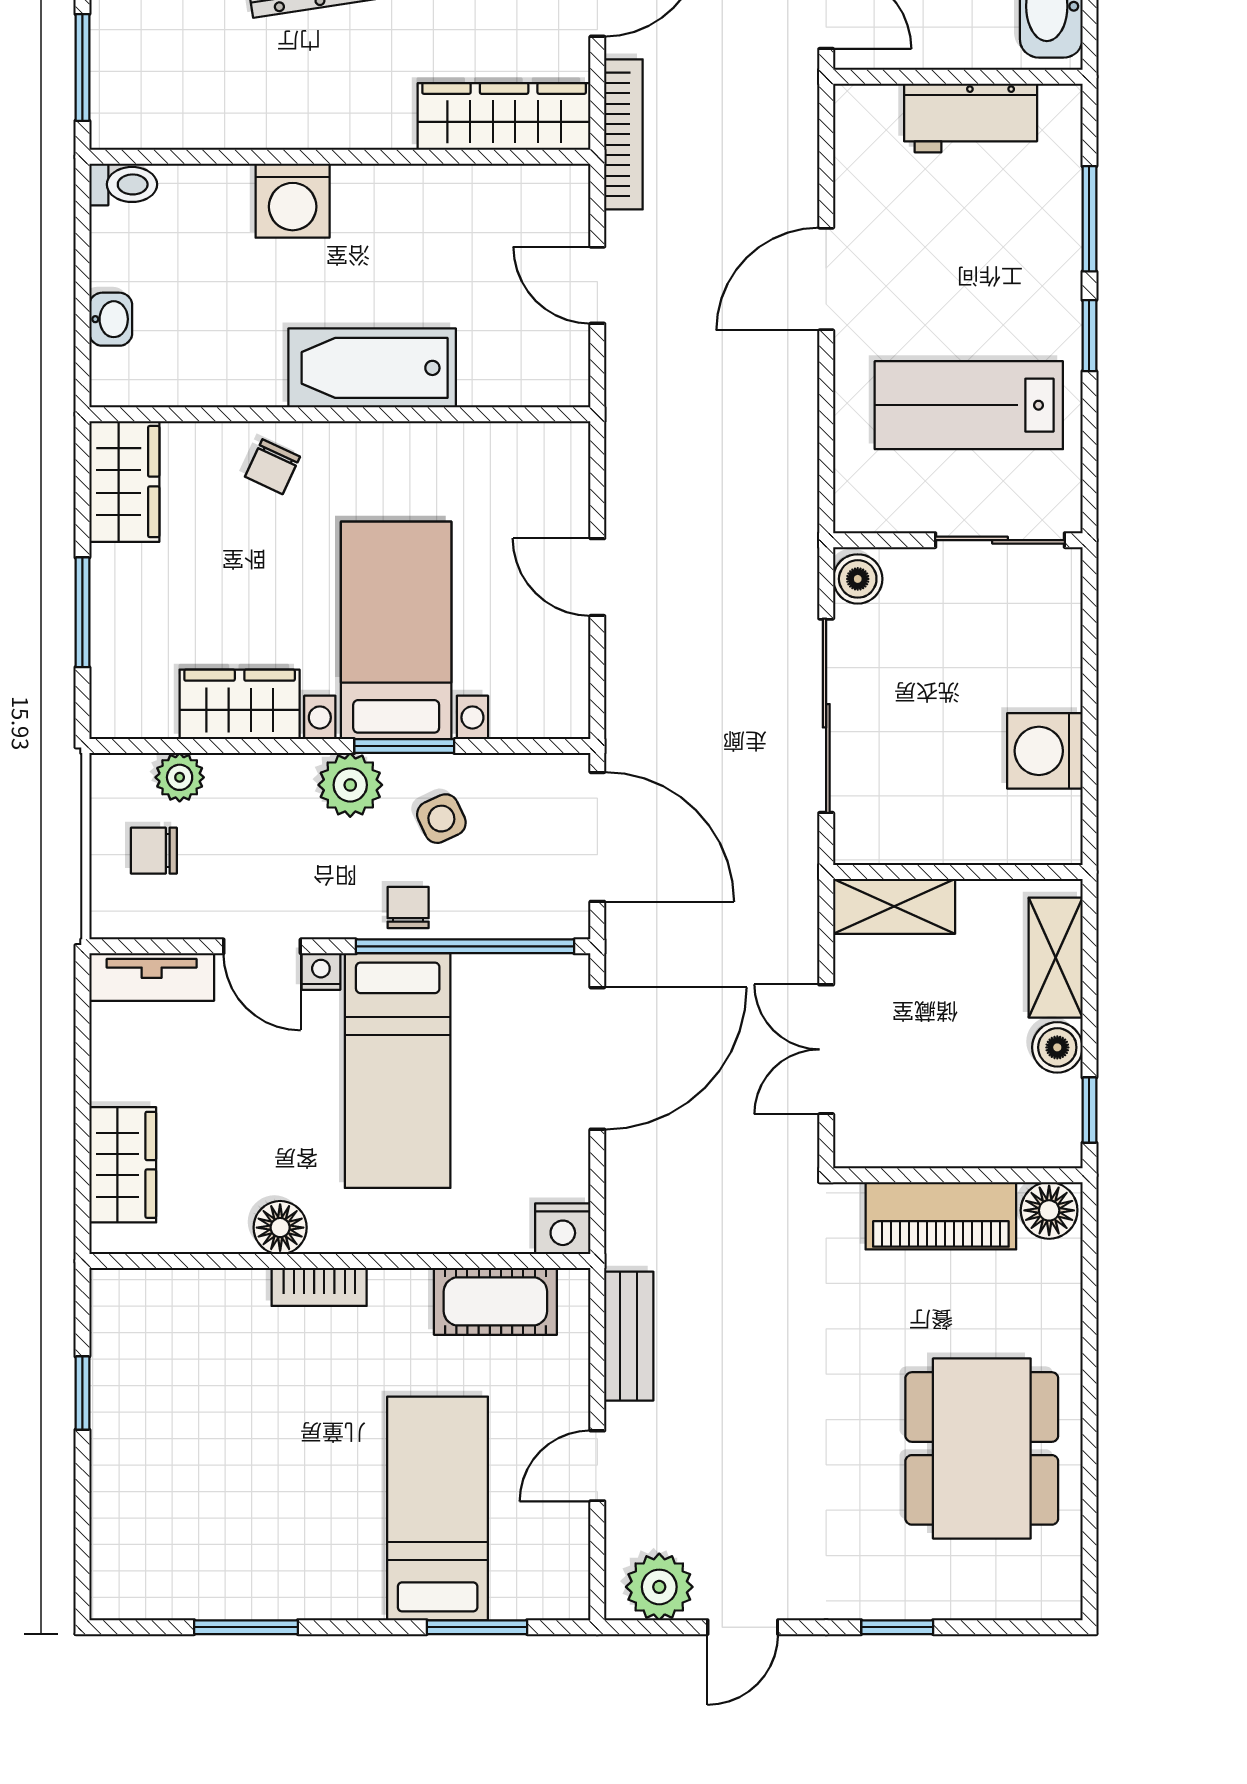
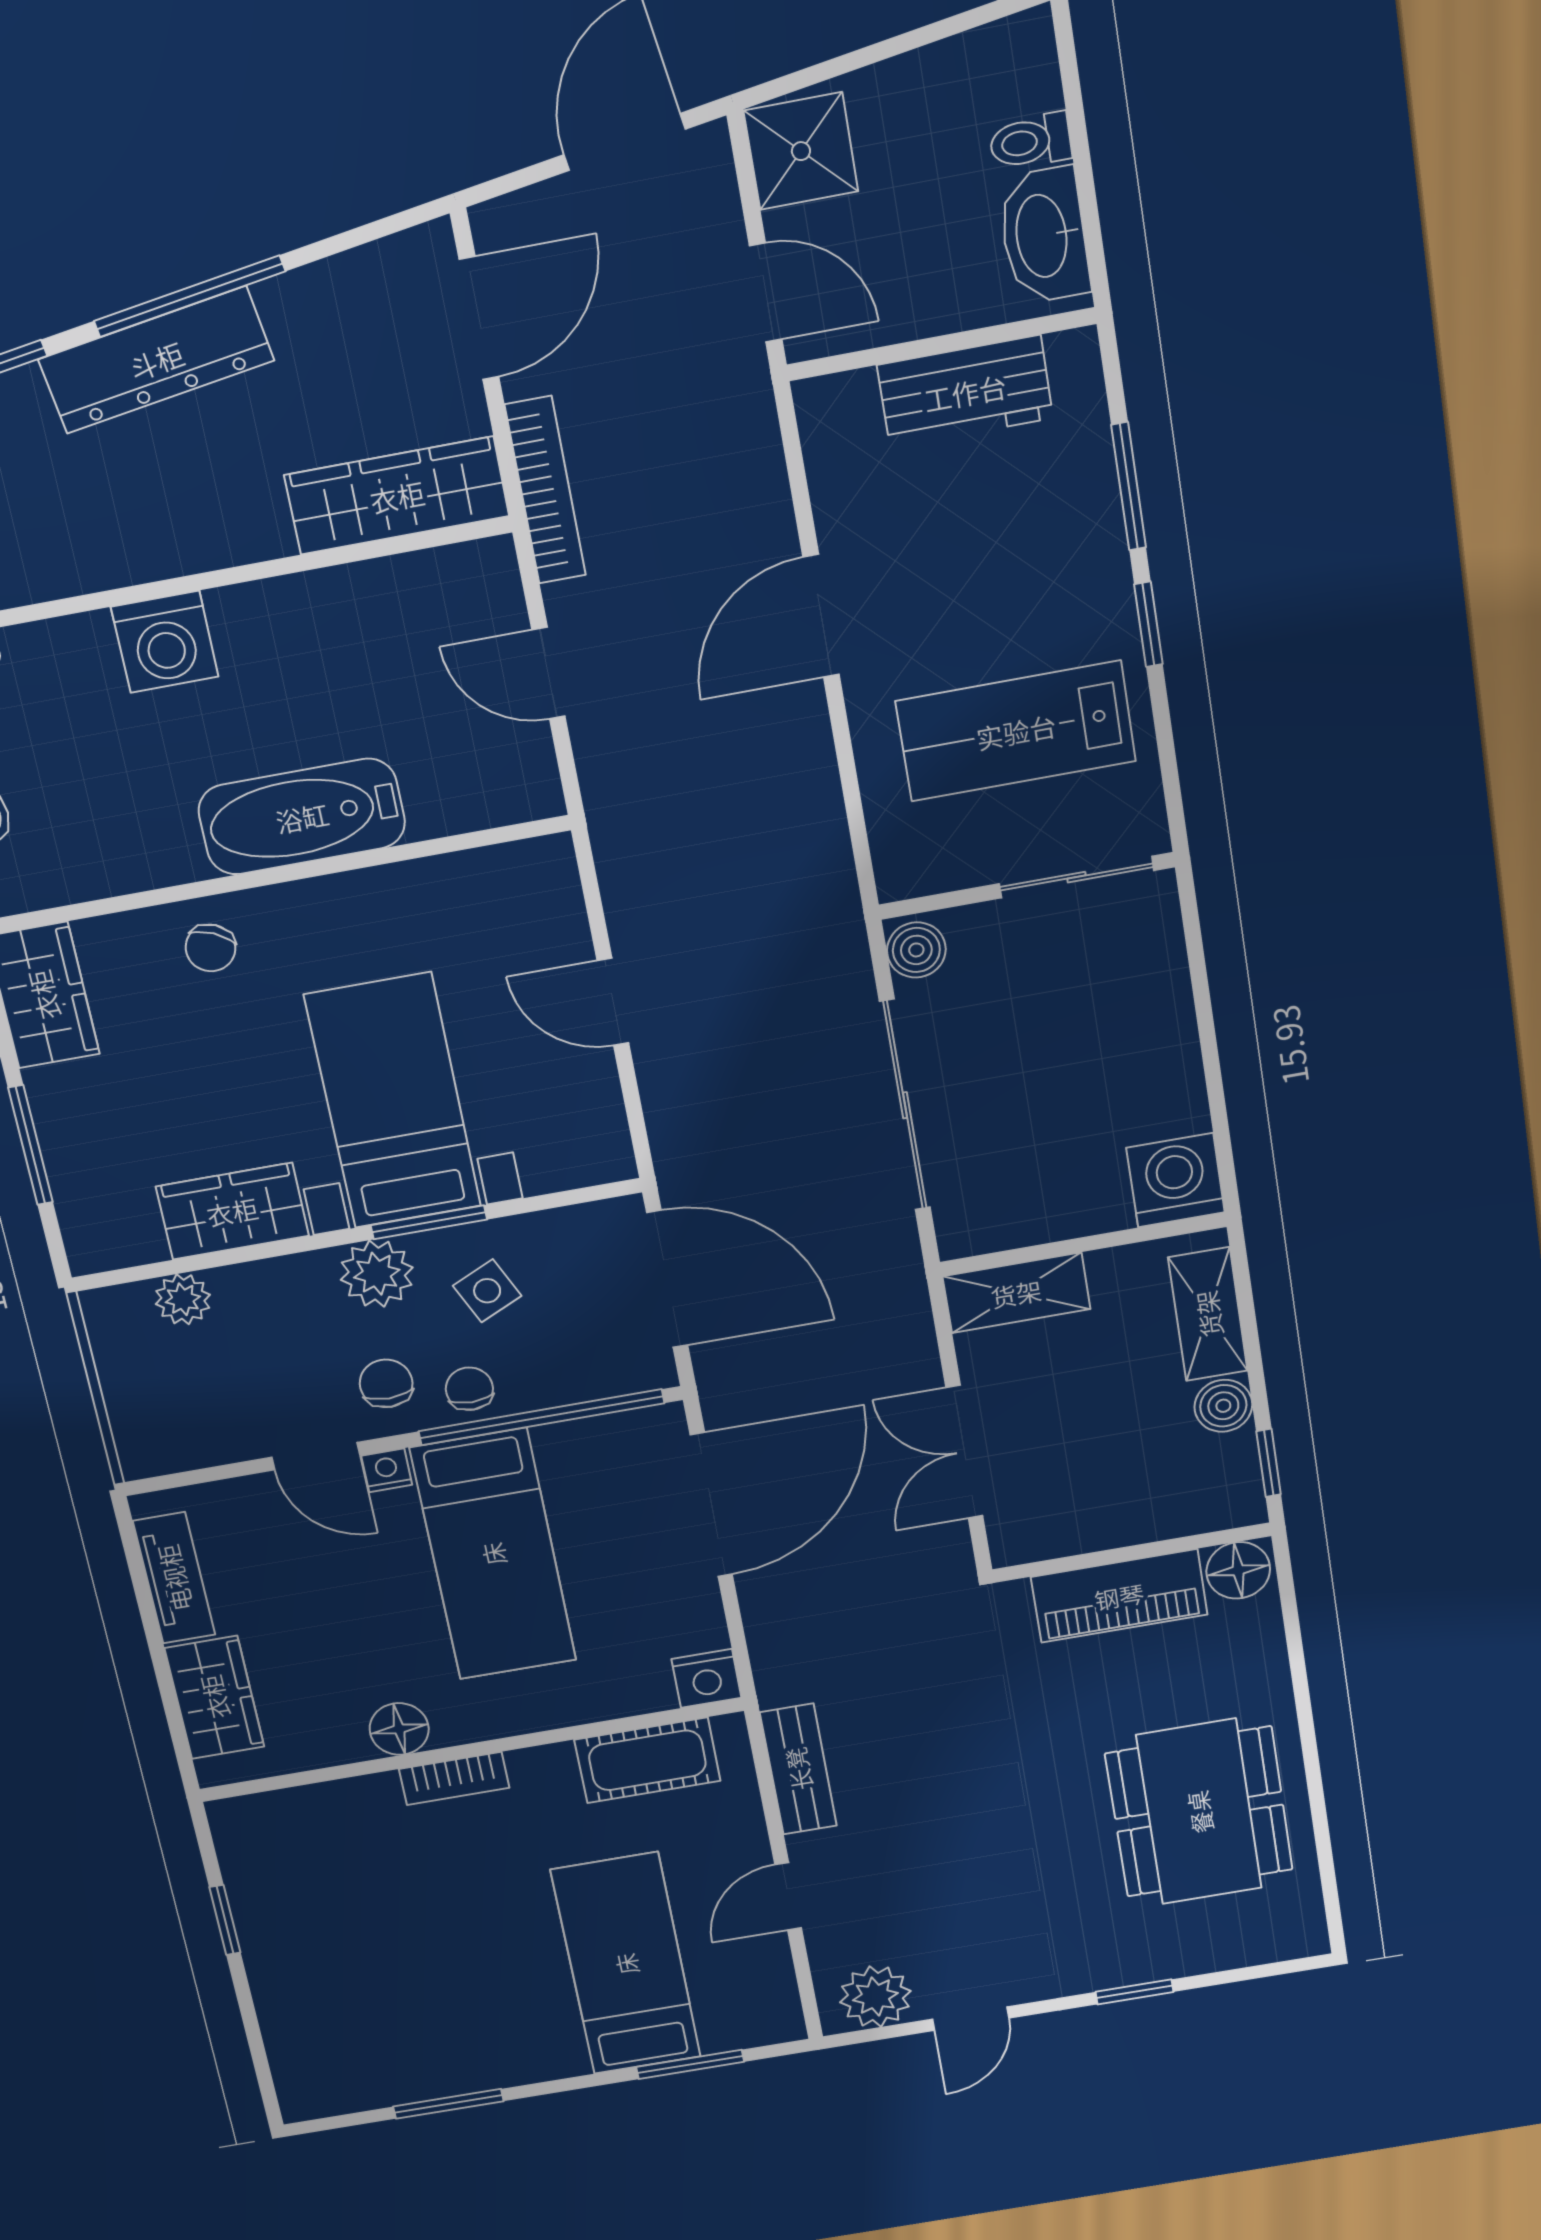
washing machine: (1045, 751) -> (1176, 1180), moved, turned 90
chair: (154, 851) -> (386, 1383), moved, turned 90
tv unit: (152, 977) -> (174, 1578), moved, turned -90

